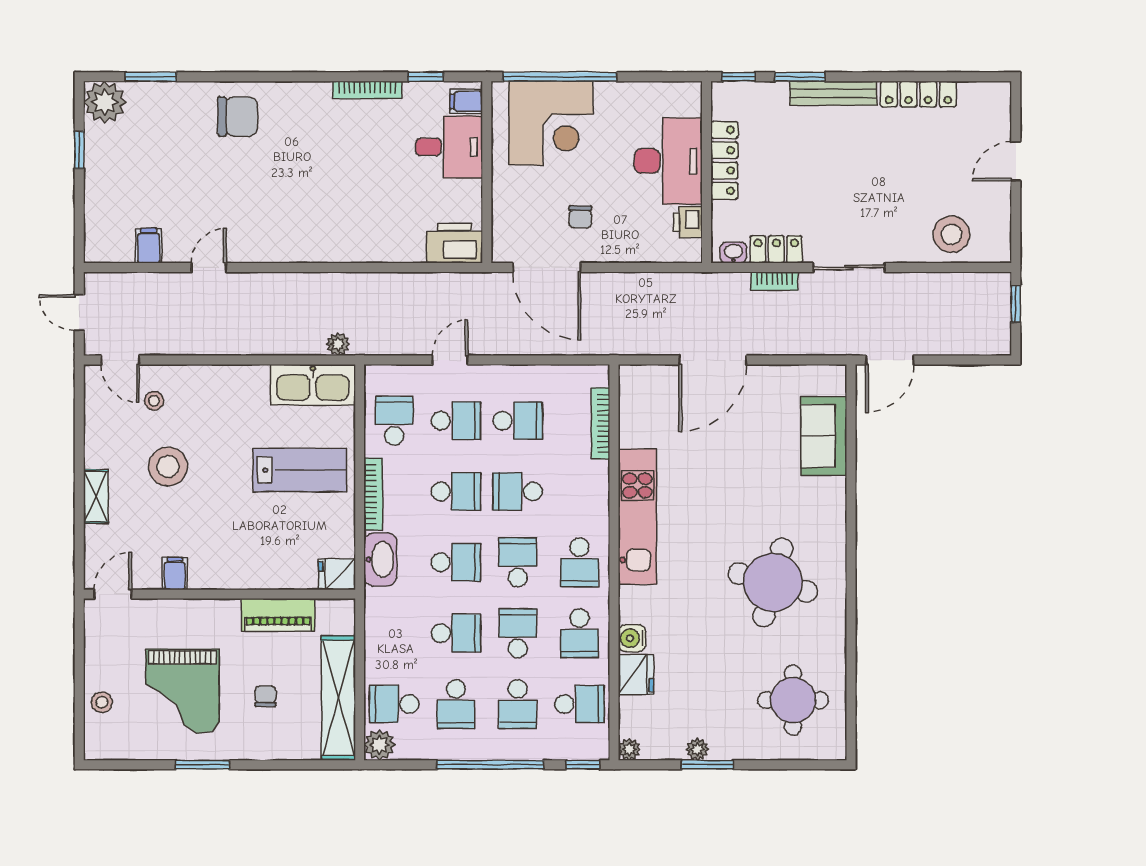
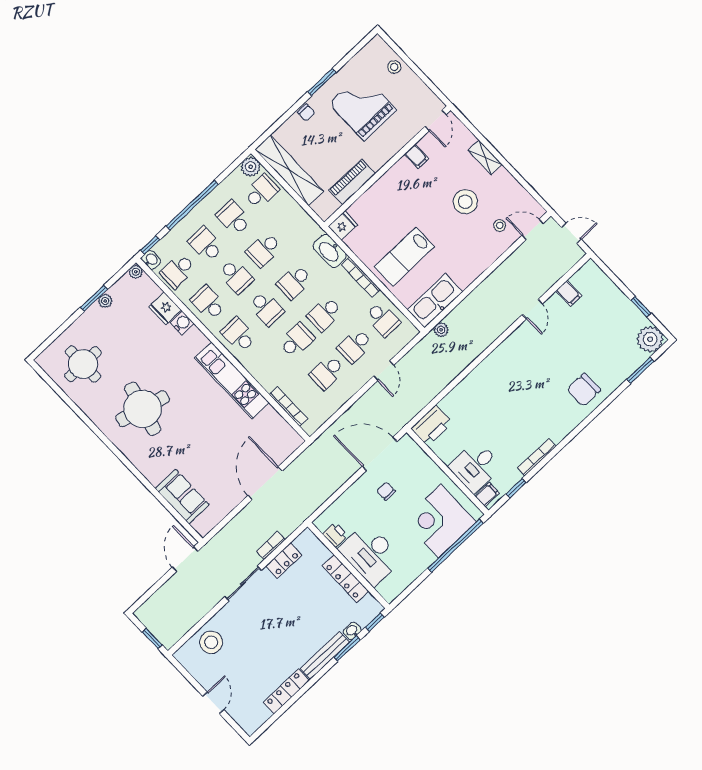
washbasin: (733, 253) -> (352, 631), moved, turned 180
chair: (265, 696) -> (306, 112), moved
washbasin: (598, 746) -> (151, 260), added

